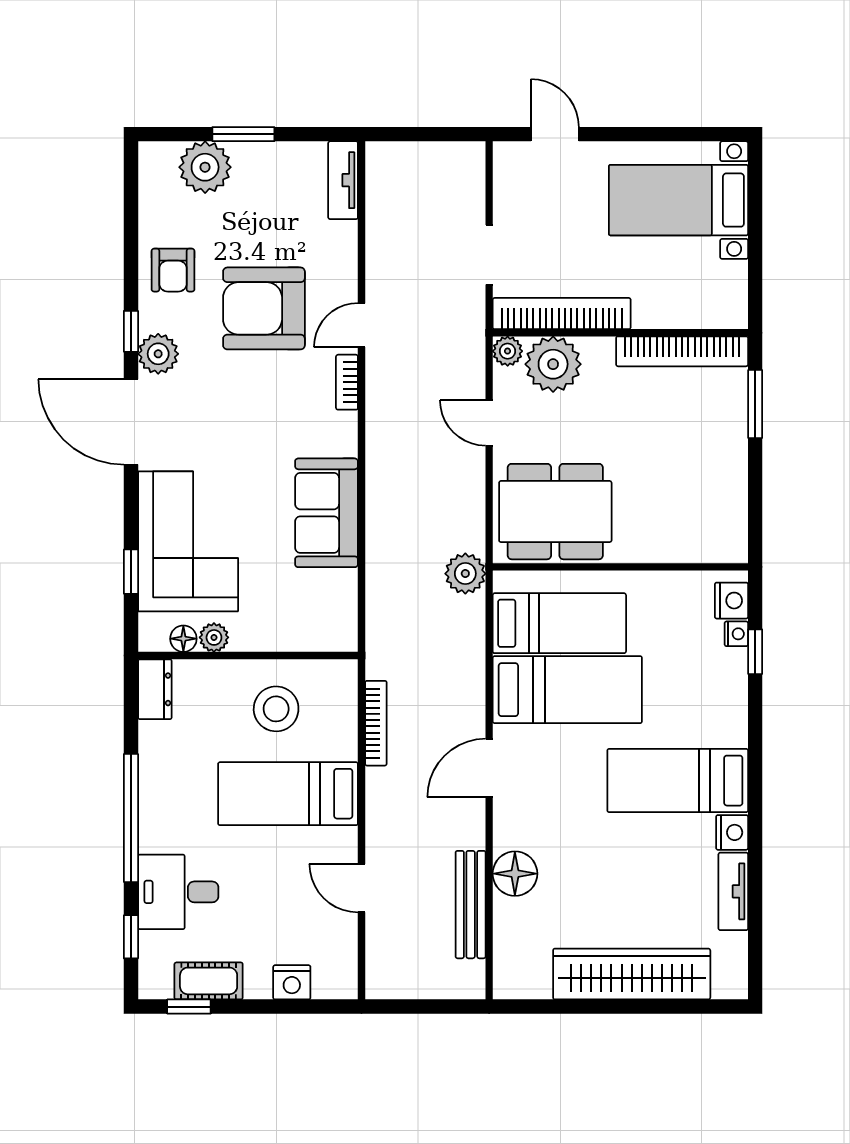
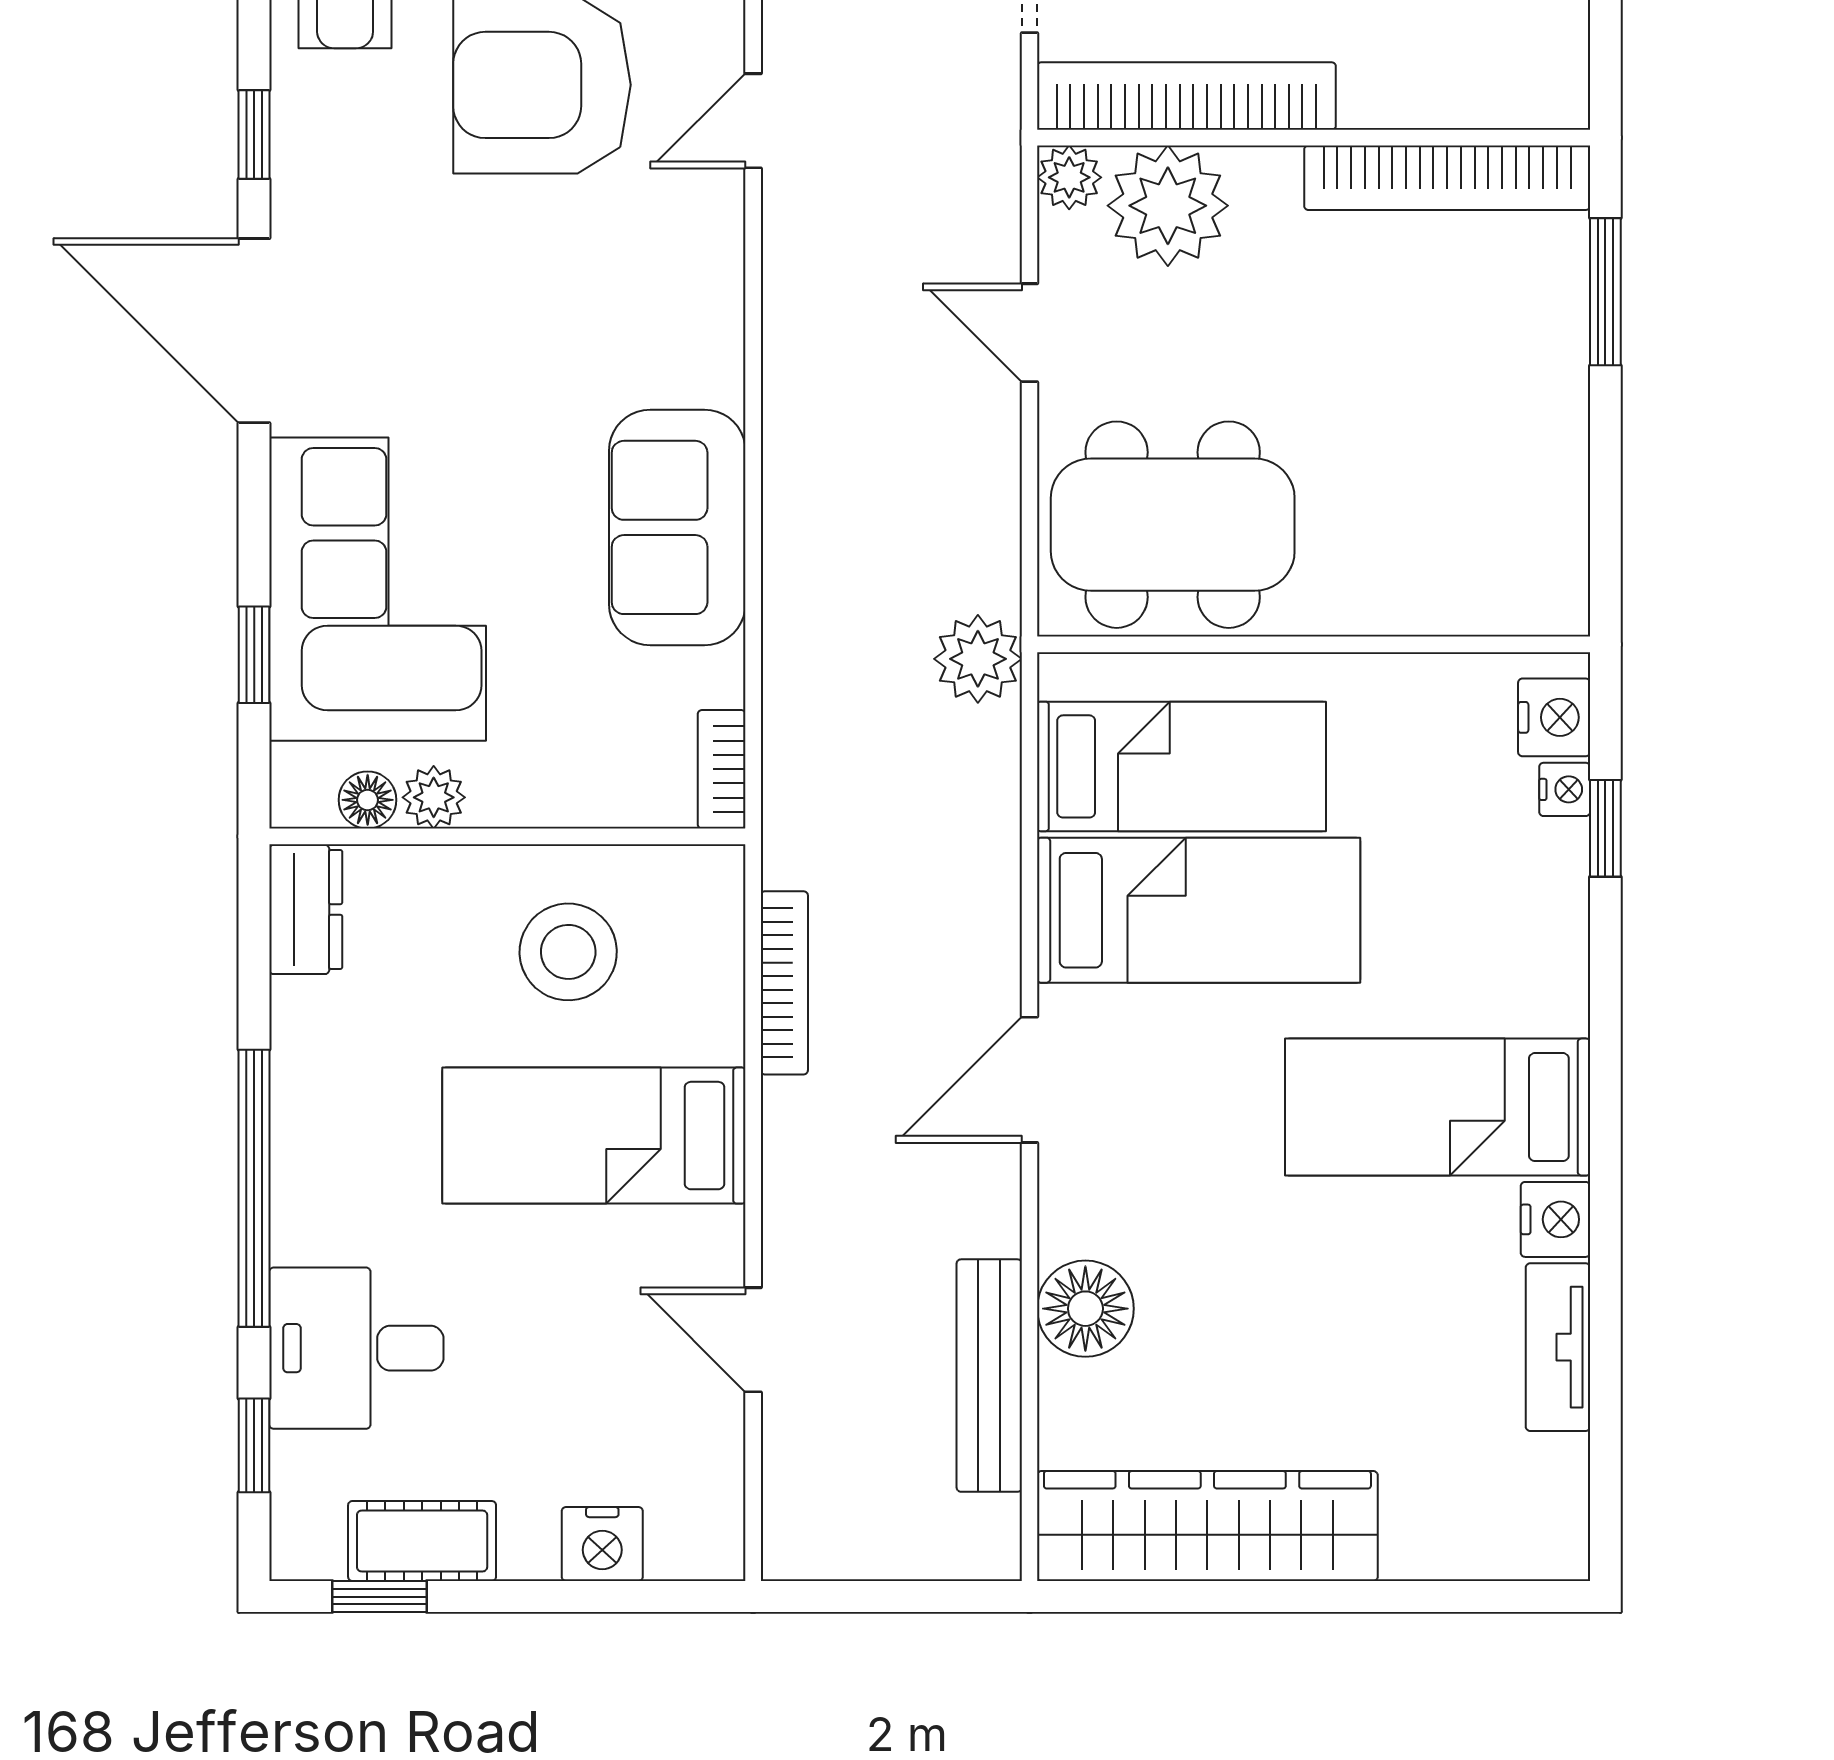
plant: (158, 354) -> (313, 183), removed
bookcase: (347, 382) -> (722, 769), moved
wardrobe: (632, 974) -> (1207, 1526), moved

